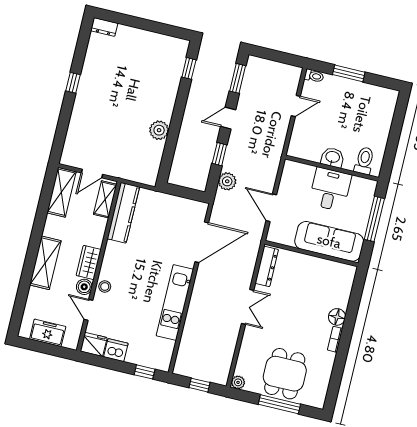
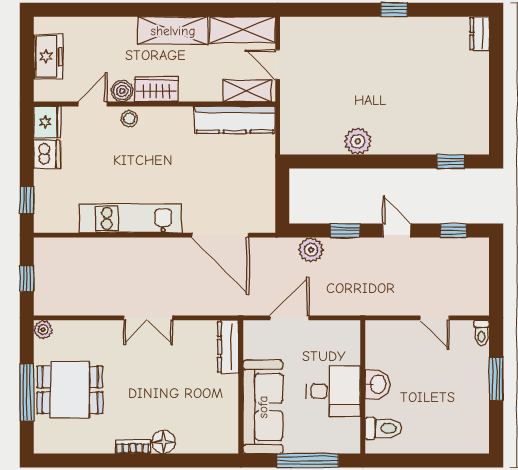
window: (238, 78) -> (453, 231), width x0.67
shelving: (45, 263) -> (173, 31), moved
dresser: (267, 266) -> (228, 347), moved, turned 90

